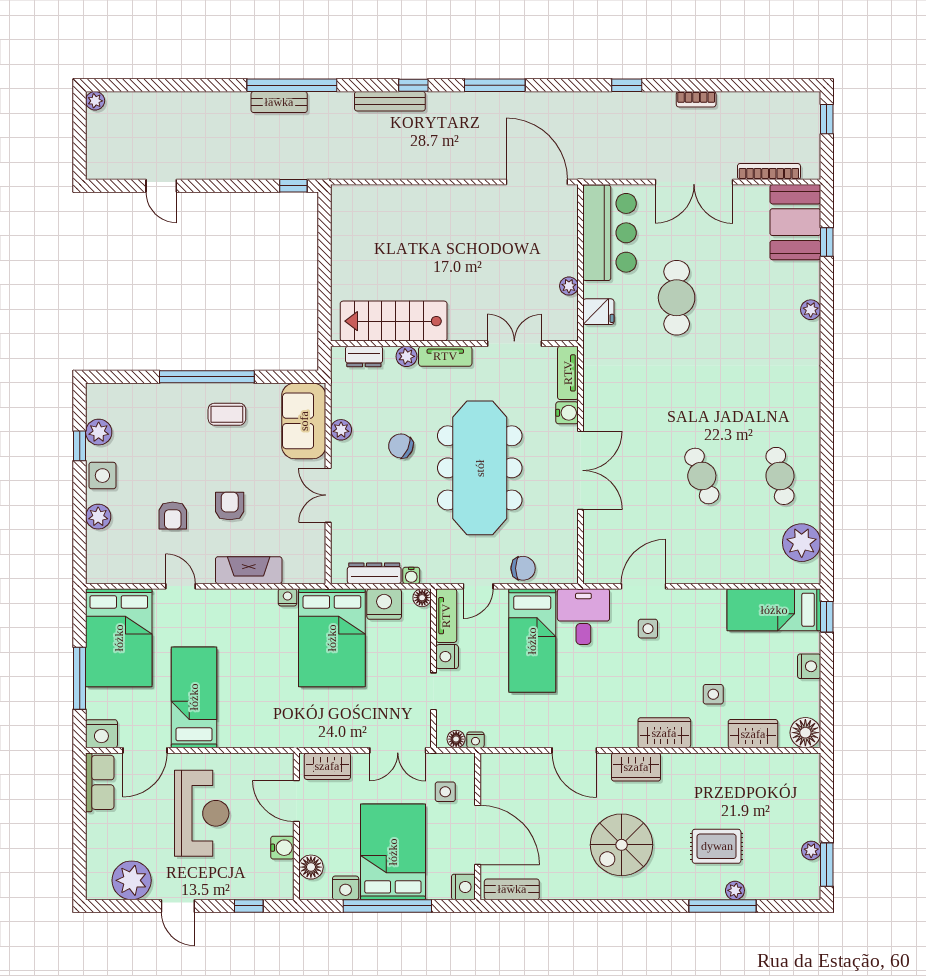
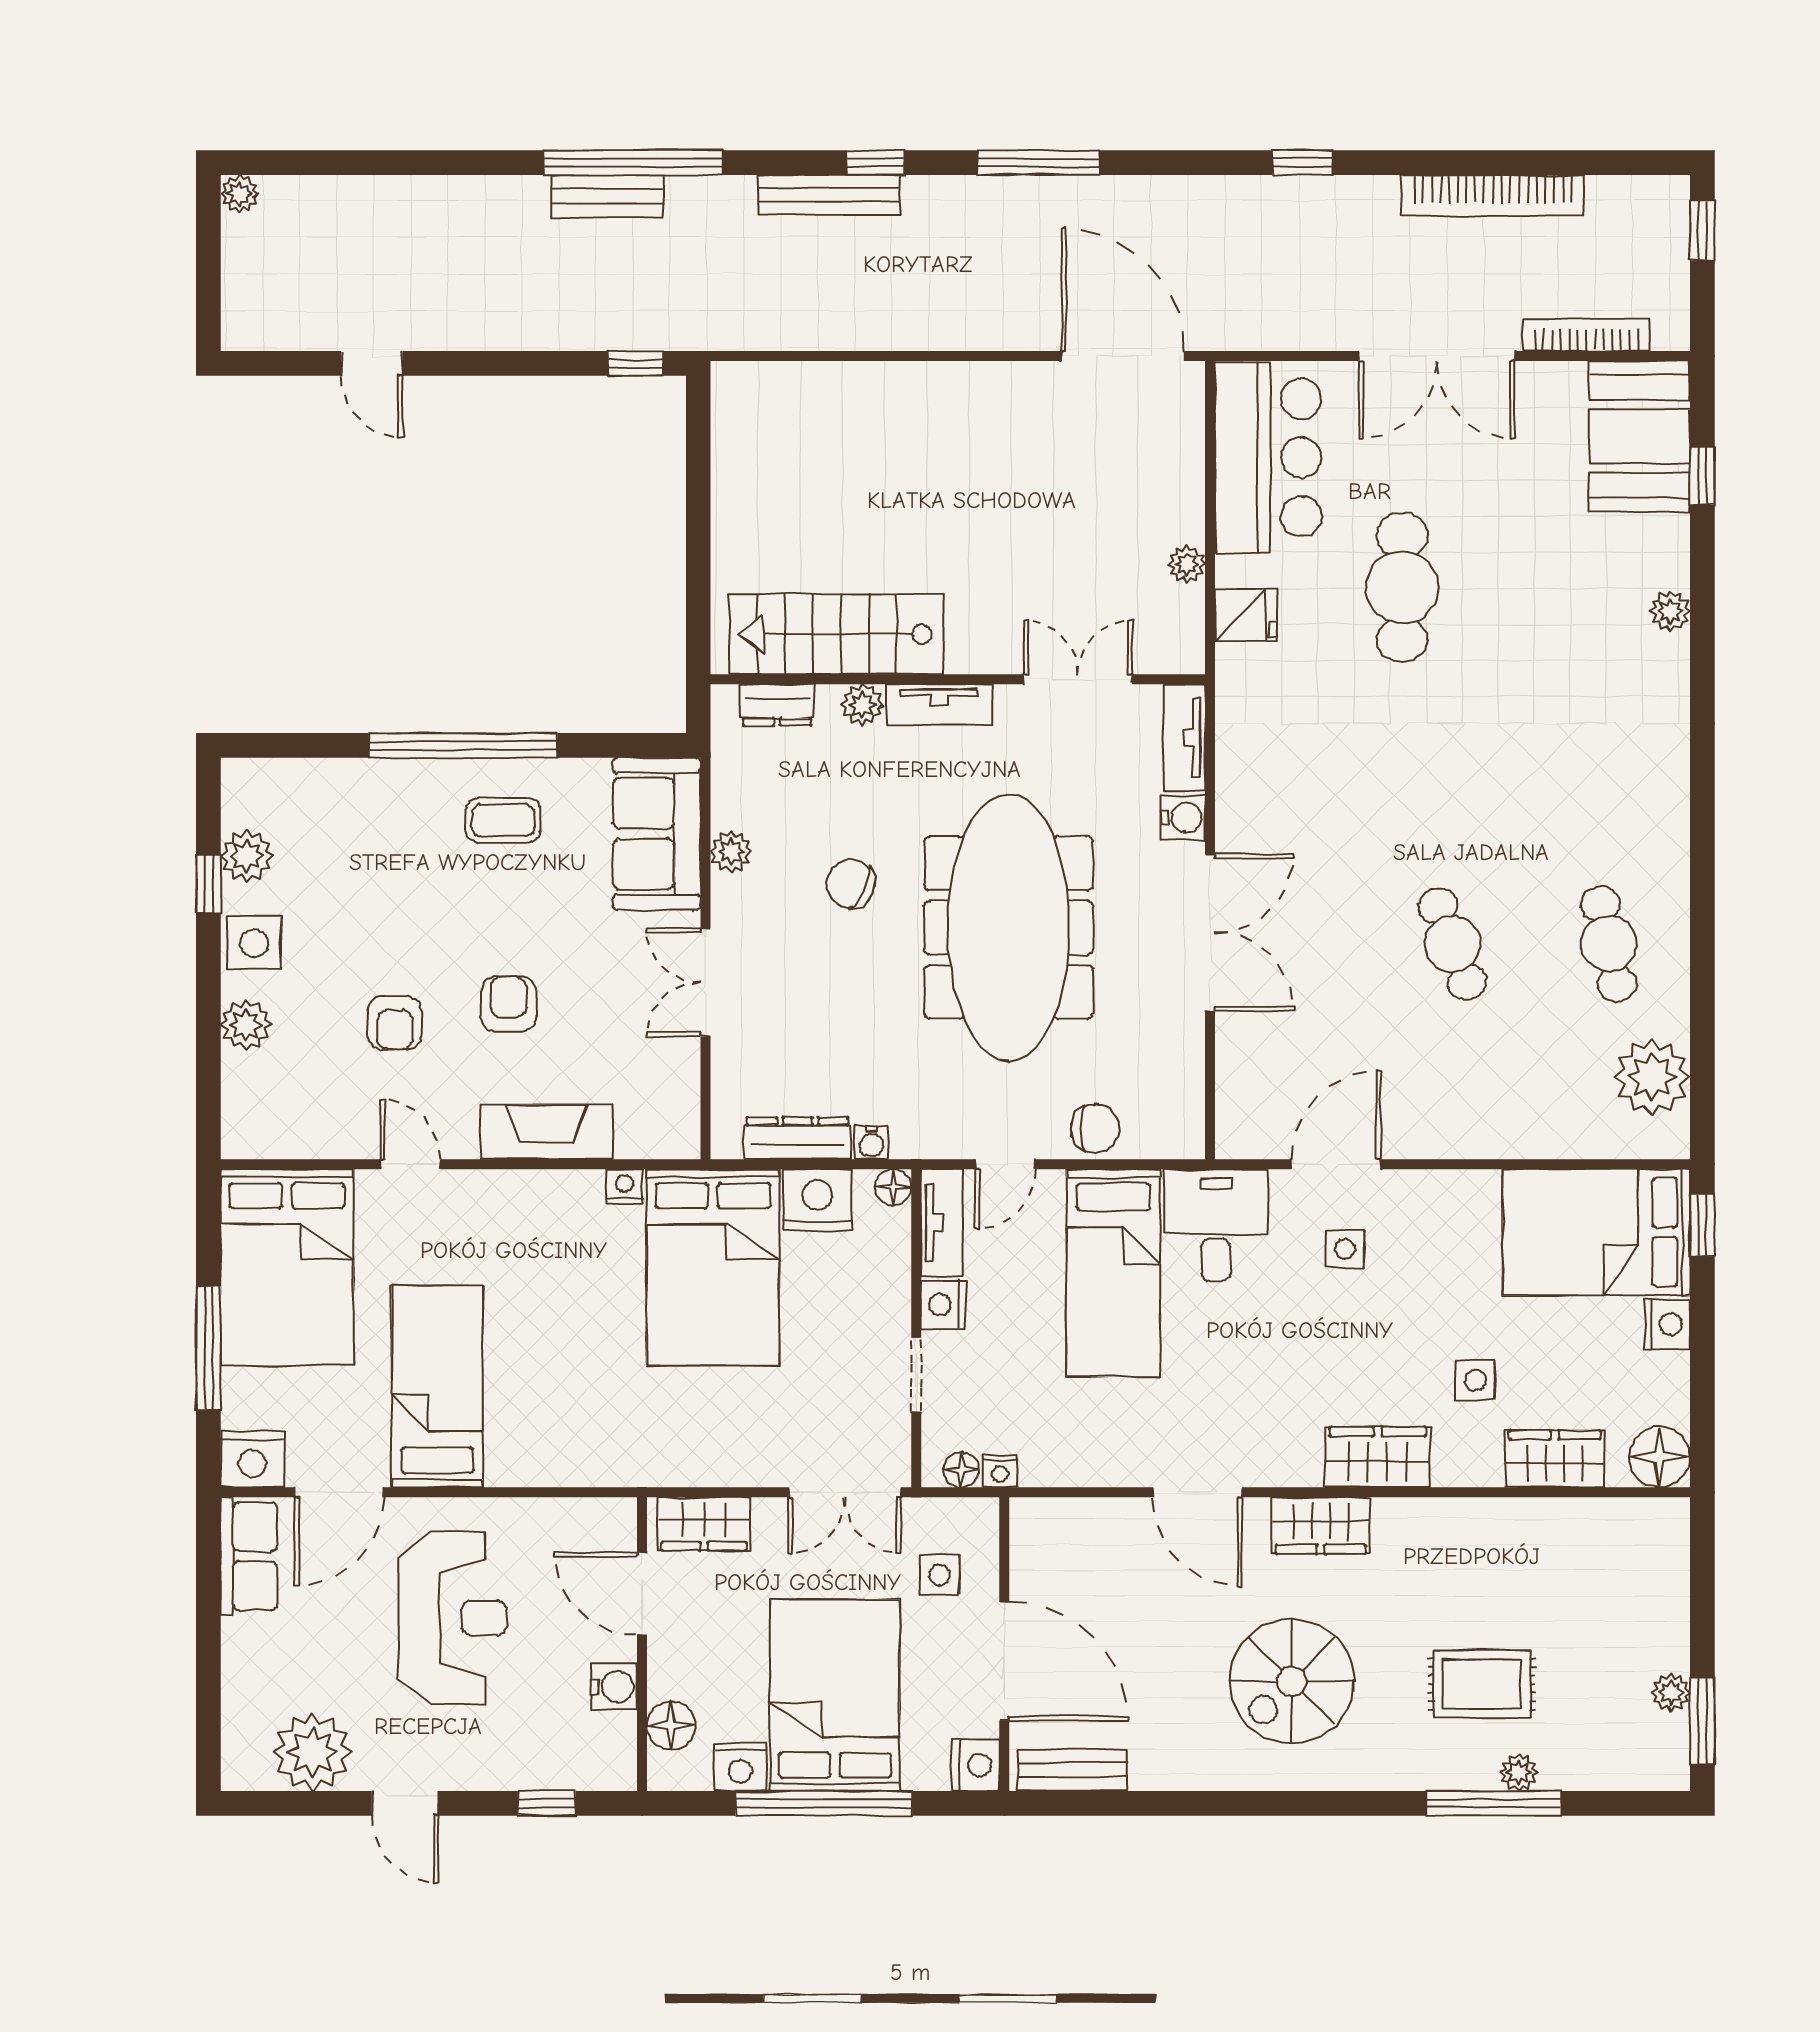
bookcase: (696, 99) -> (1493, 196), width x2.31, depth x1.31
bed: (774, 610) -> (1596, 1232), width x1.50

